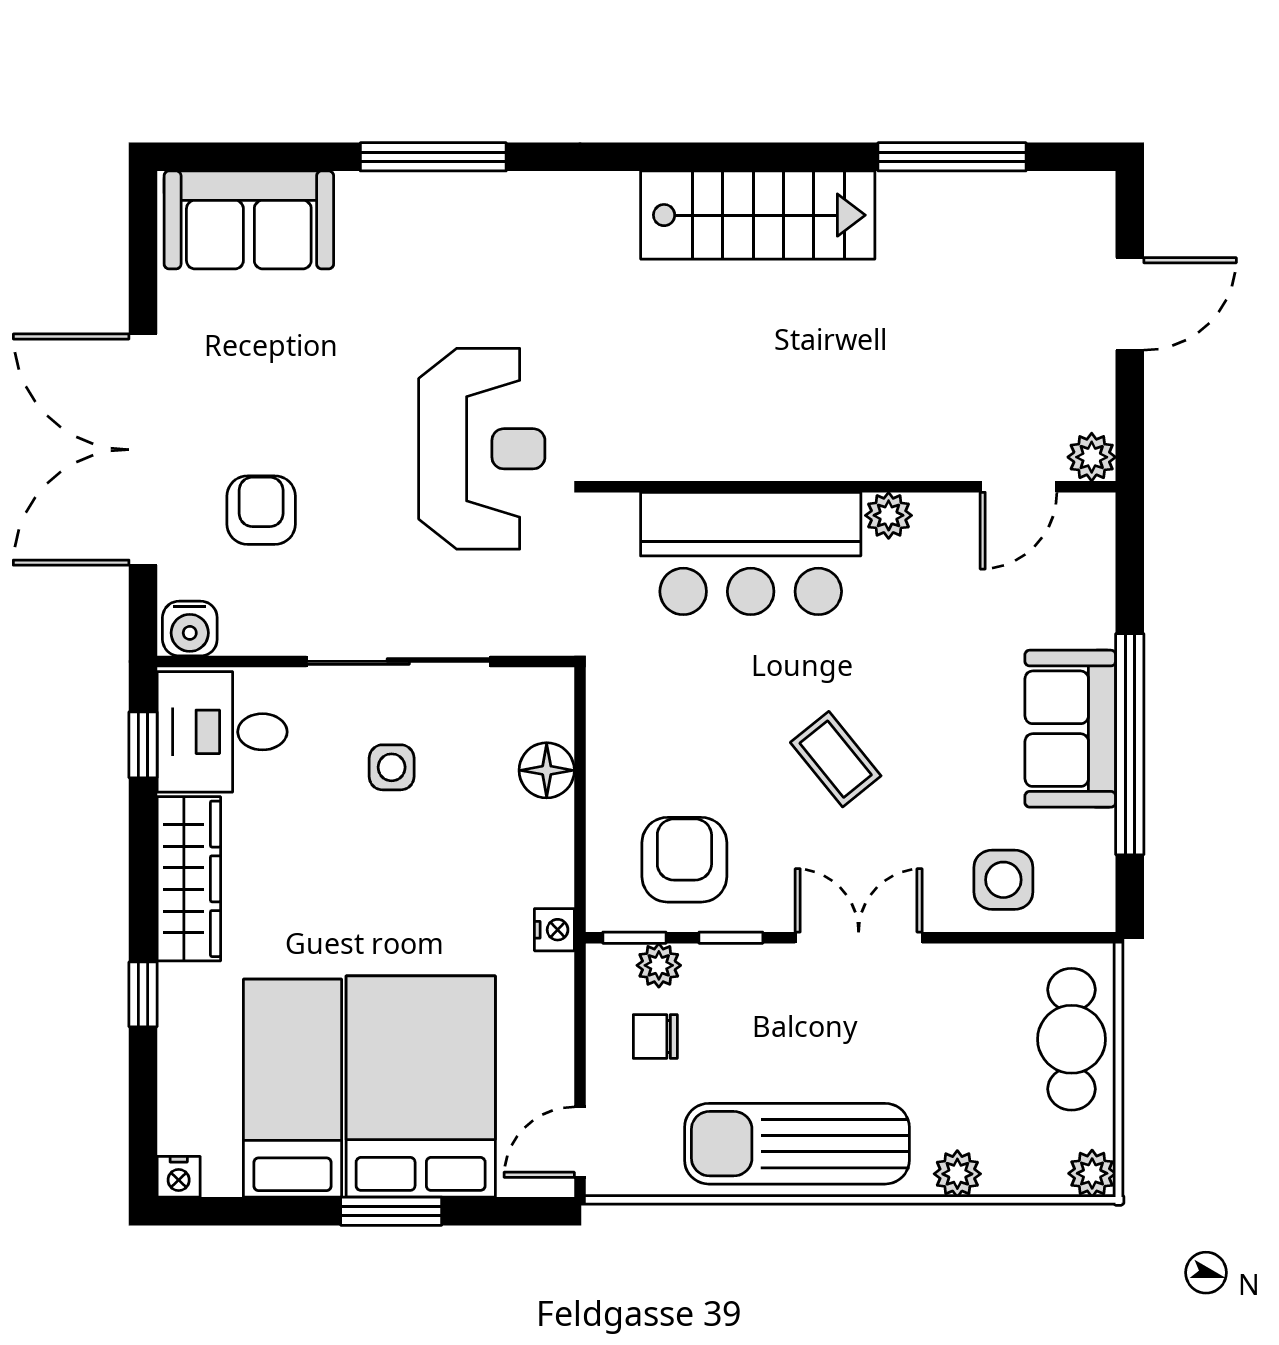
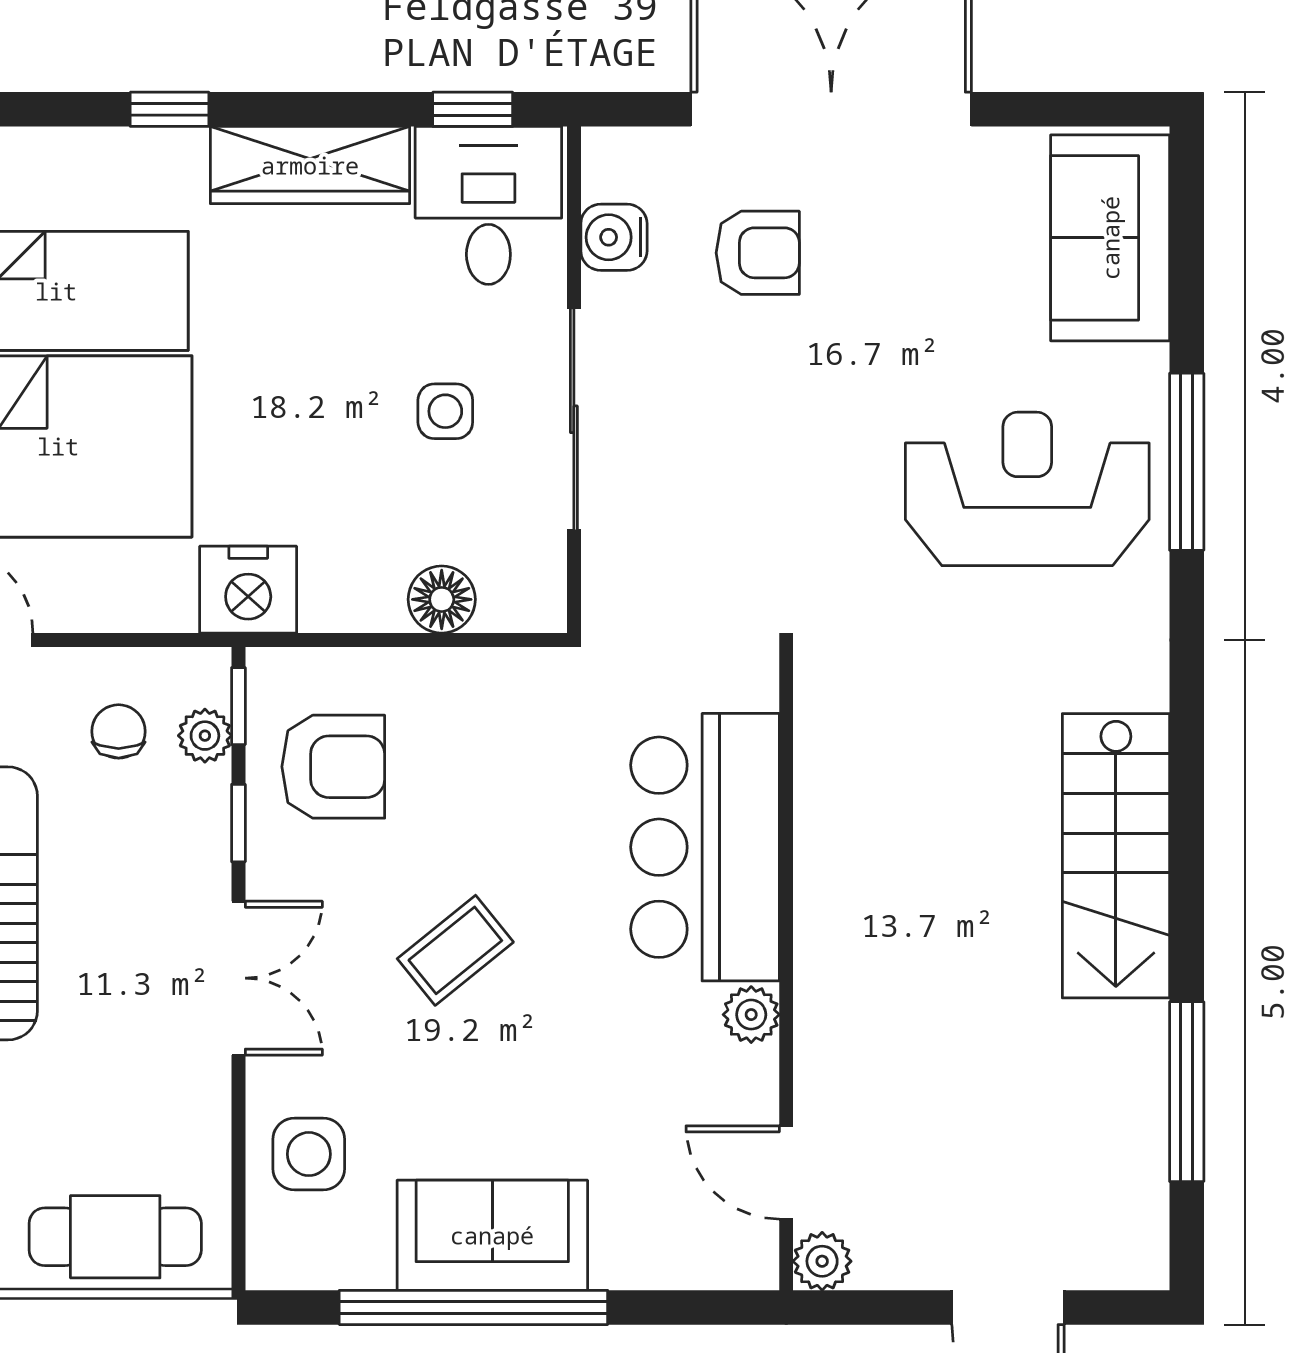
reception desk: (482, 449) -> (1027, 489), moved, turned 180
water cooler: (190, 629) -> (614, 237), moved
nightstand: (554, 930) -> (248, 590), width x1.89, depth x1.79

